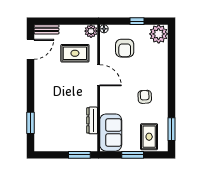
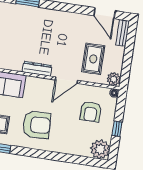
armchair: (125, 48) -> (91, 112), turned -90
armchair: (145, 97) -> (37, 125), width x1.88, depth x1.88
dresser: (92, 120) -> (37, 69), moved

